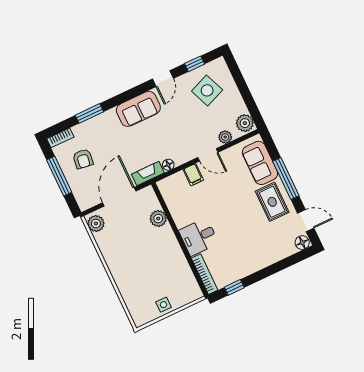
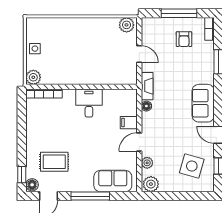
side table: (207, 90) -> (192, 166), turned 38
armchair: (83, 159) -> (184, 39), turned -98
door: (119, 197) -> (139, 54), width x0.53
rug: (272, 202) -> (54, 162), moved
plant: (158, 219) -> (33, 77), moved
desk: (199, 237) -> (89, 103), moved
window: (234, 287) -> (22, 175), moved

